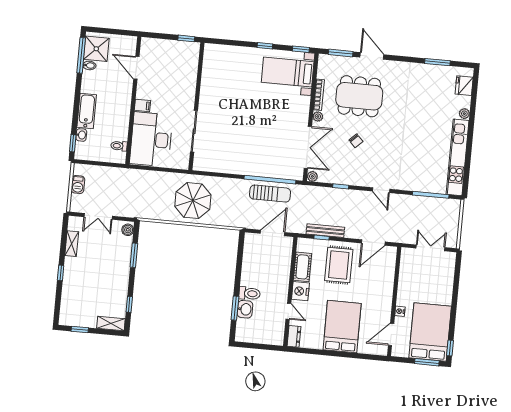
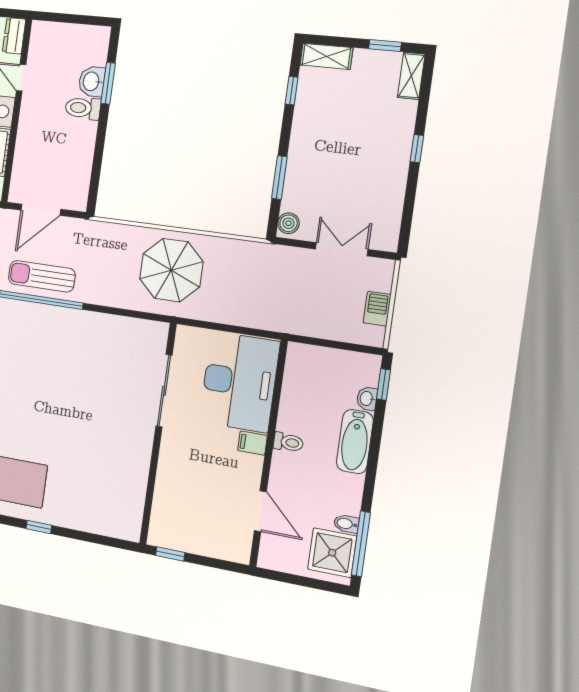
toilet: (119, 146) -> (288, 442), moved
shelving: (72, 244) -> (411, 76), moved

